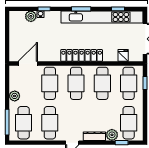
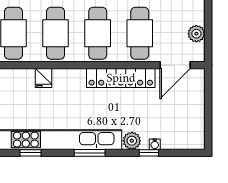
plant: (31, 16) -> (132, 141), moved
locker: (82, 55) -> (121, 78), moved
fridge: (123, 55) -> (44, 78), moved
plant: (15, 96) -> (196, 34), moved

